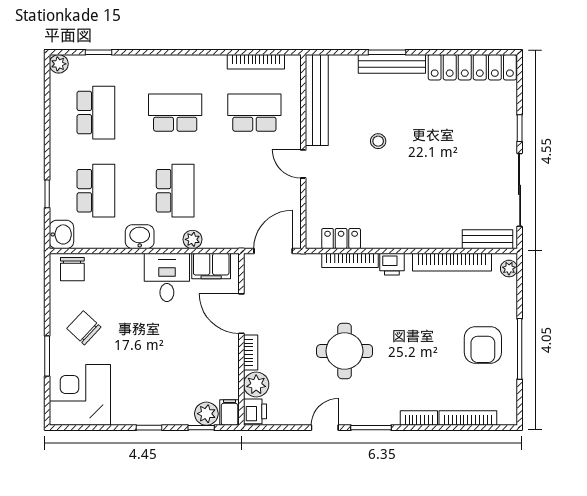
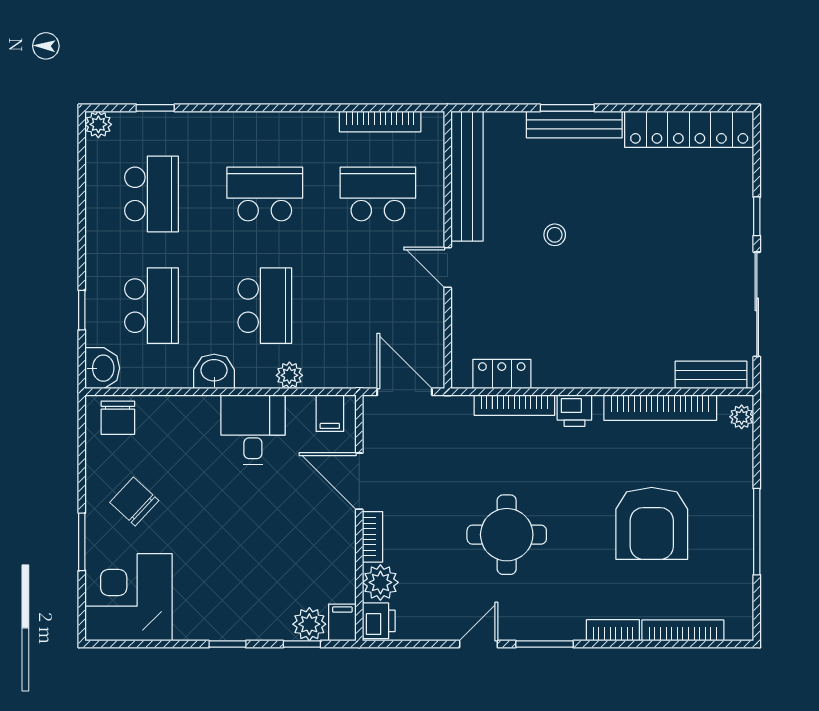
door: (273, 251) -> (405, 392), hinge flipped
filing cabinet: (211, 266) -> (330, 413), width x0.50
armchair: (483, 345) -> (652, 523), moved, width x1.36, depth x1.36

